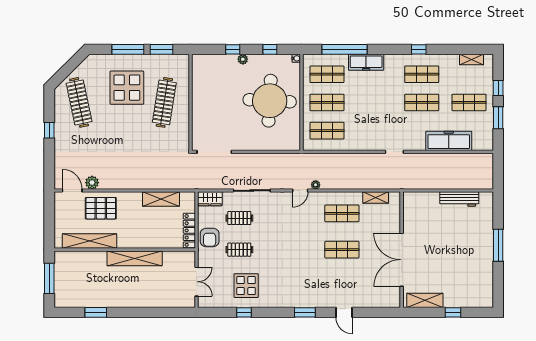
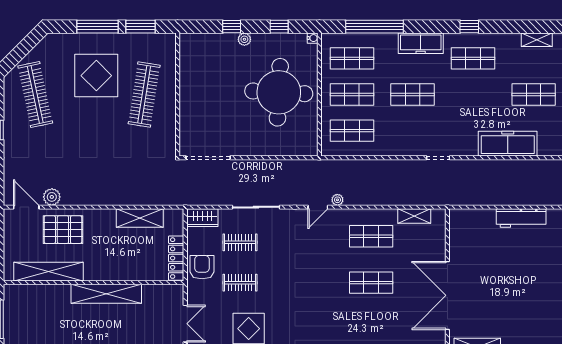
freezer: (366, 62) -> (421, 43), moved
shop shelf: (422, 102) -> (413, 95), moved
armchair: (210, 237) -> (202, 267), turned 180

